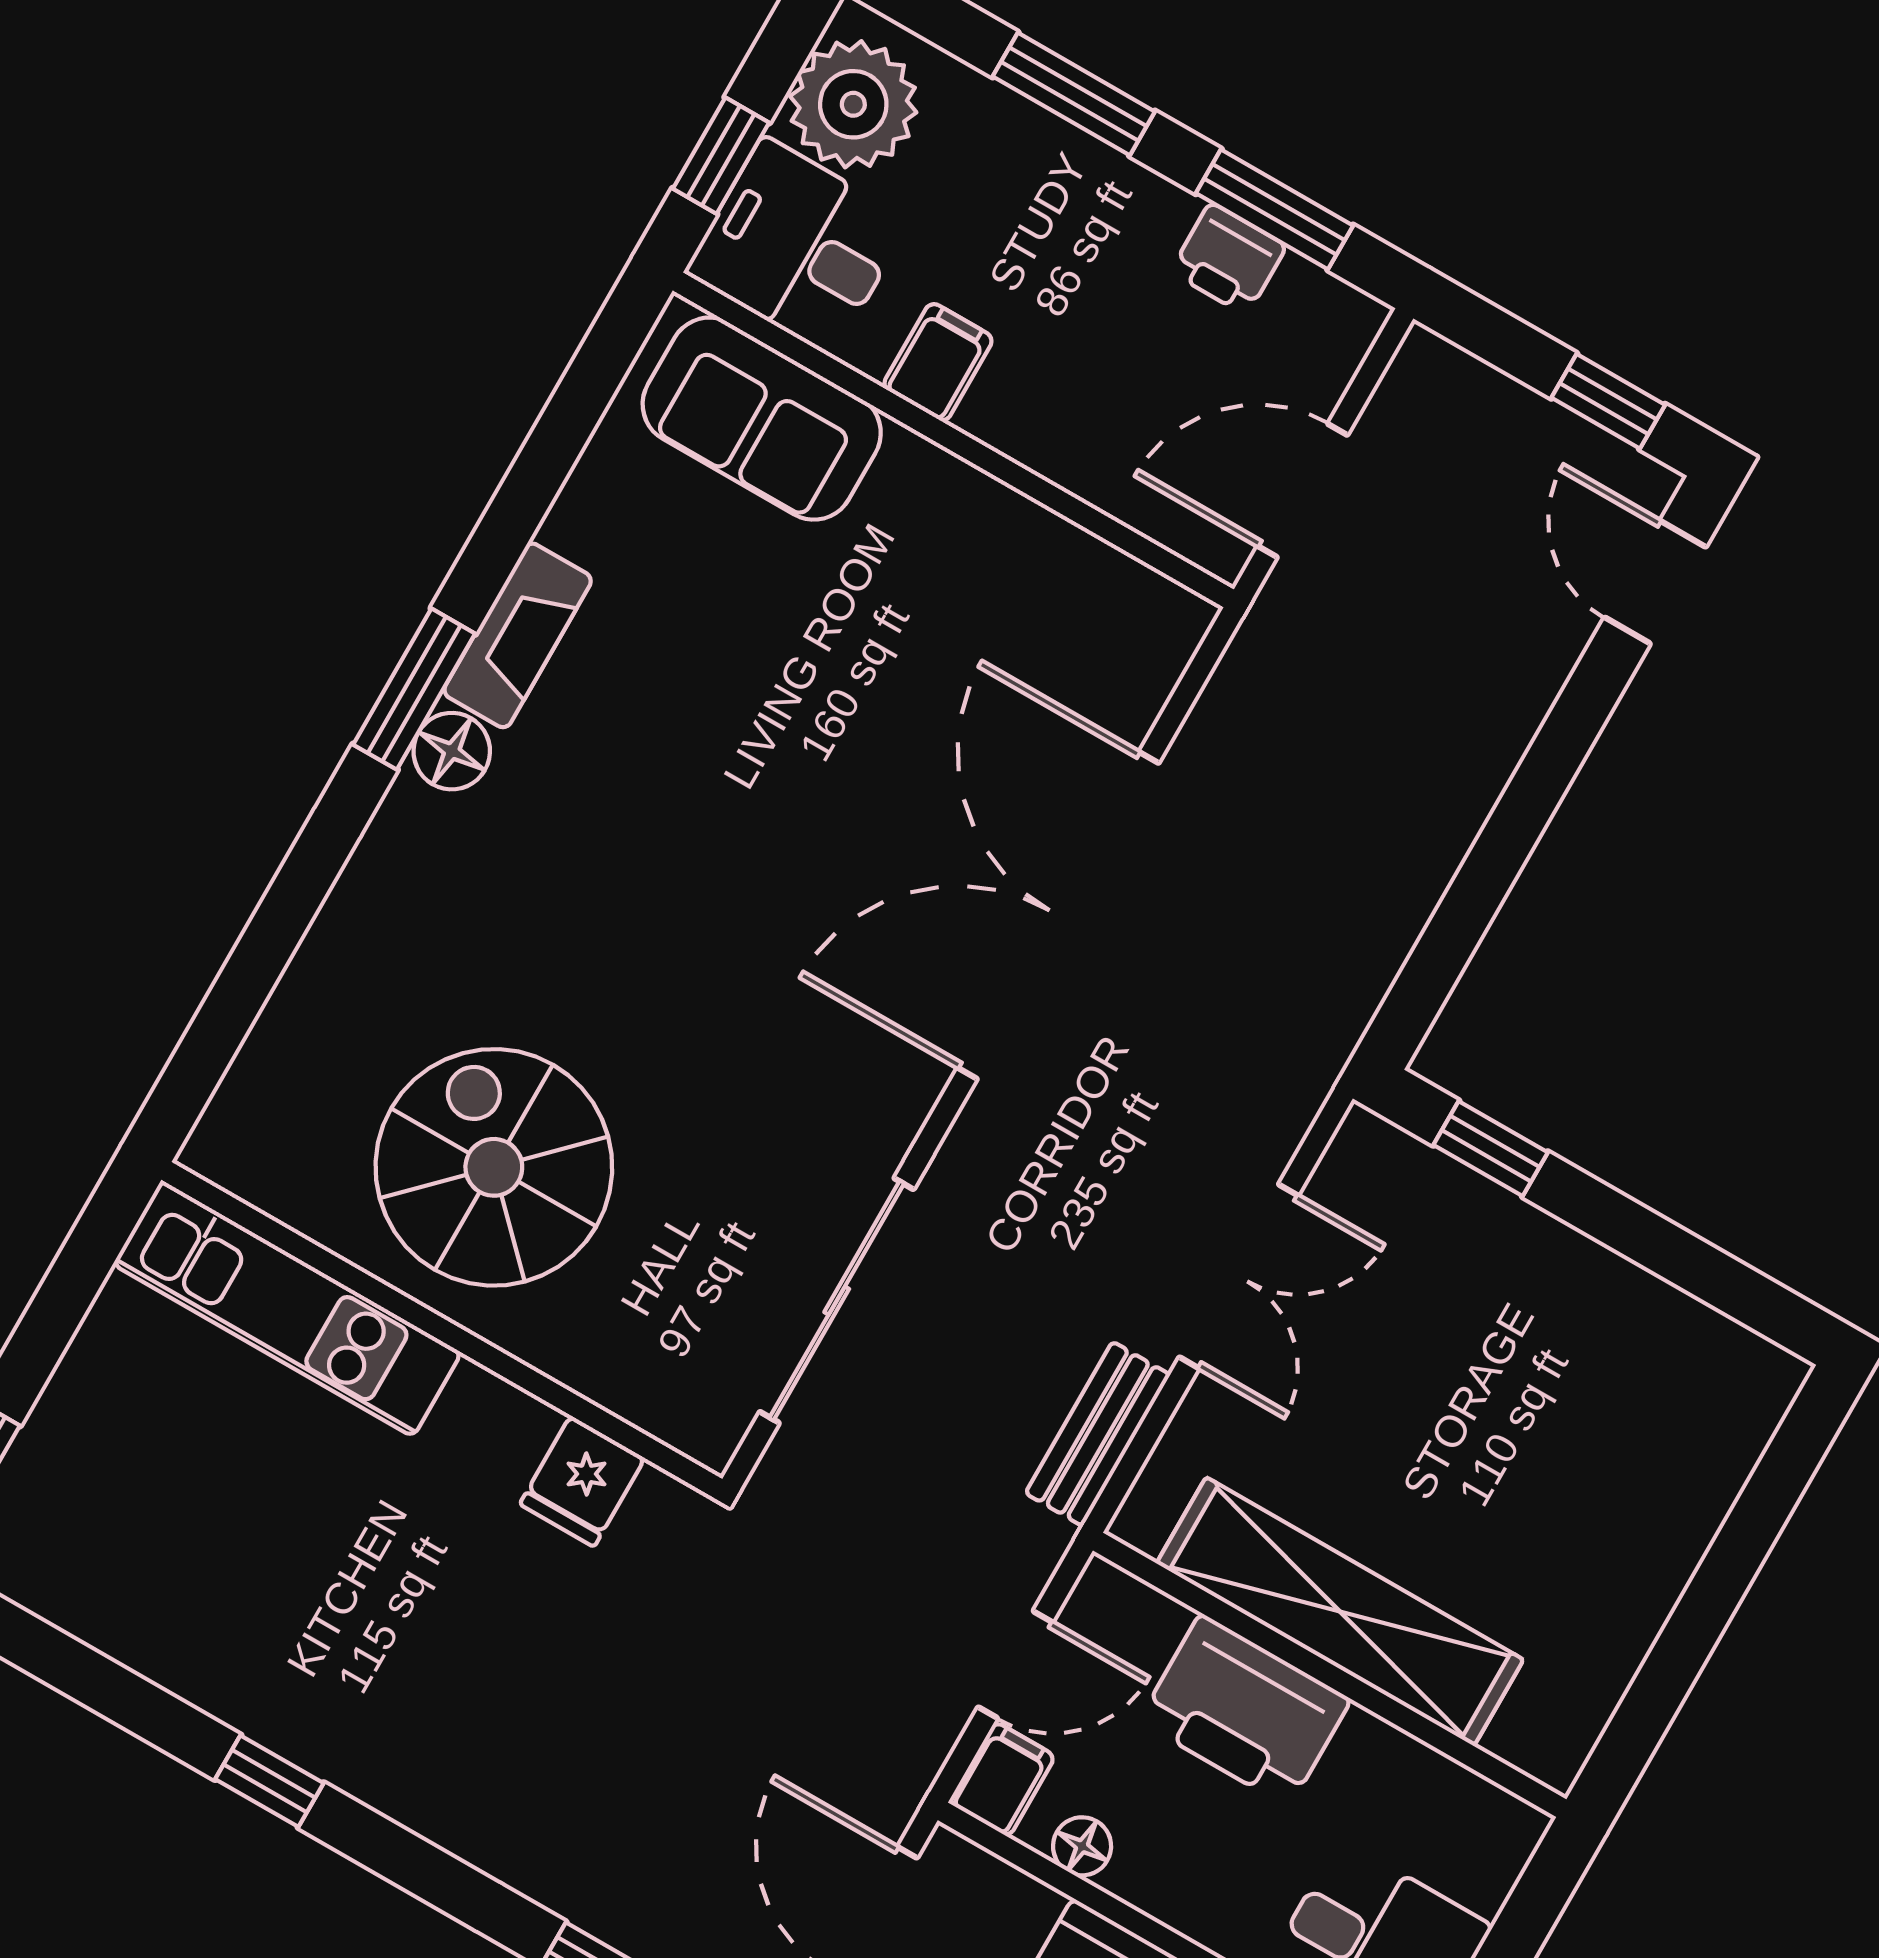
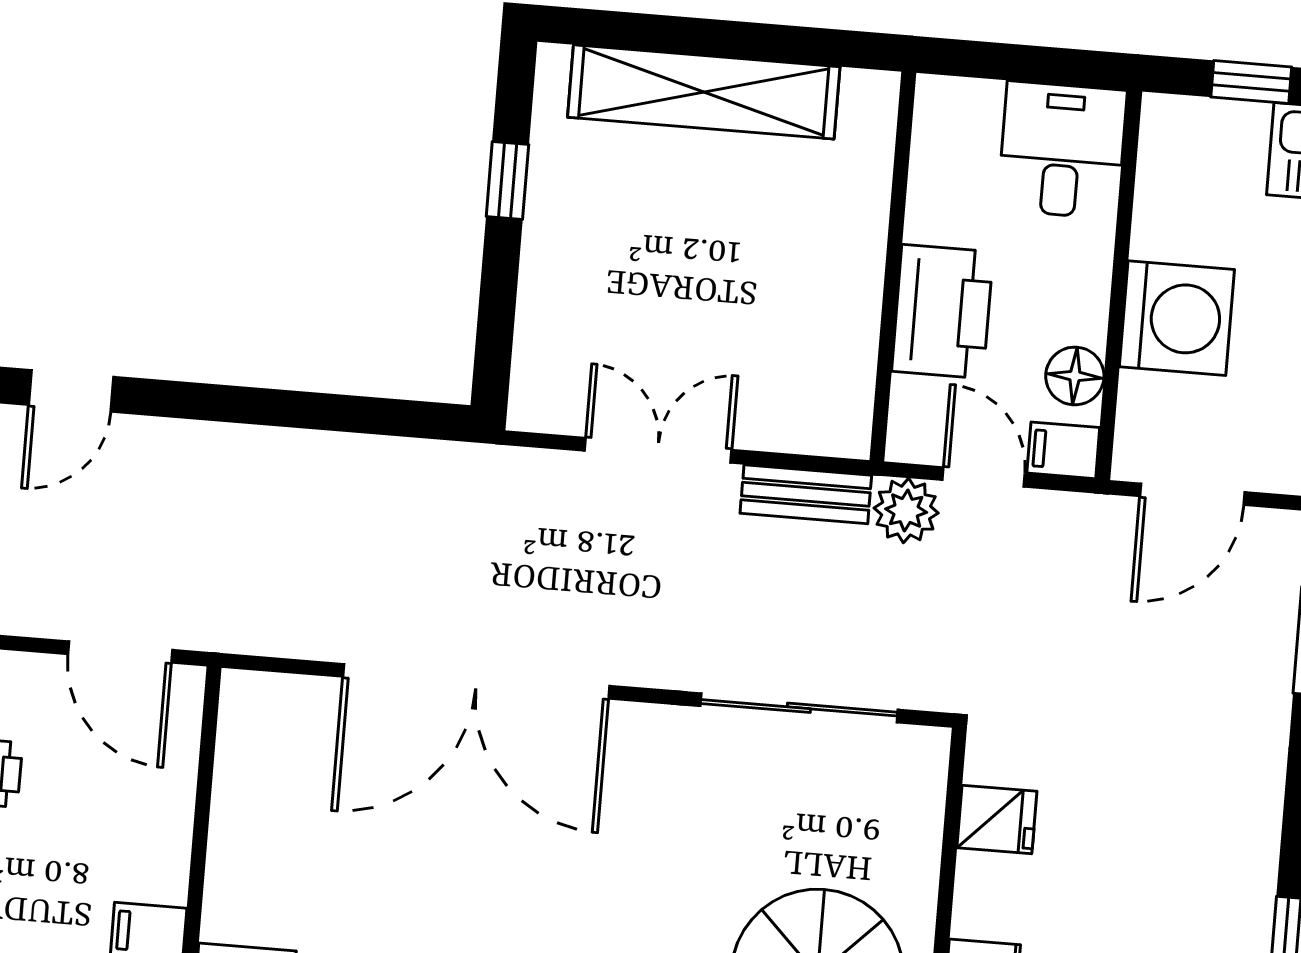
window: (1491, 1149) -> (507, 180), moved
plant: (1019, 1549) -> (906, 511), added
shelving: (1340, 1611) -> (704, 92), moved, turned 90
floor lamp: (1082, 1846) -> (1075, 376), width x1.37, depth x1.37

